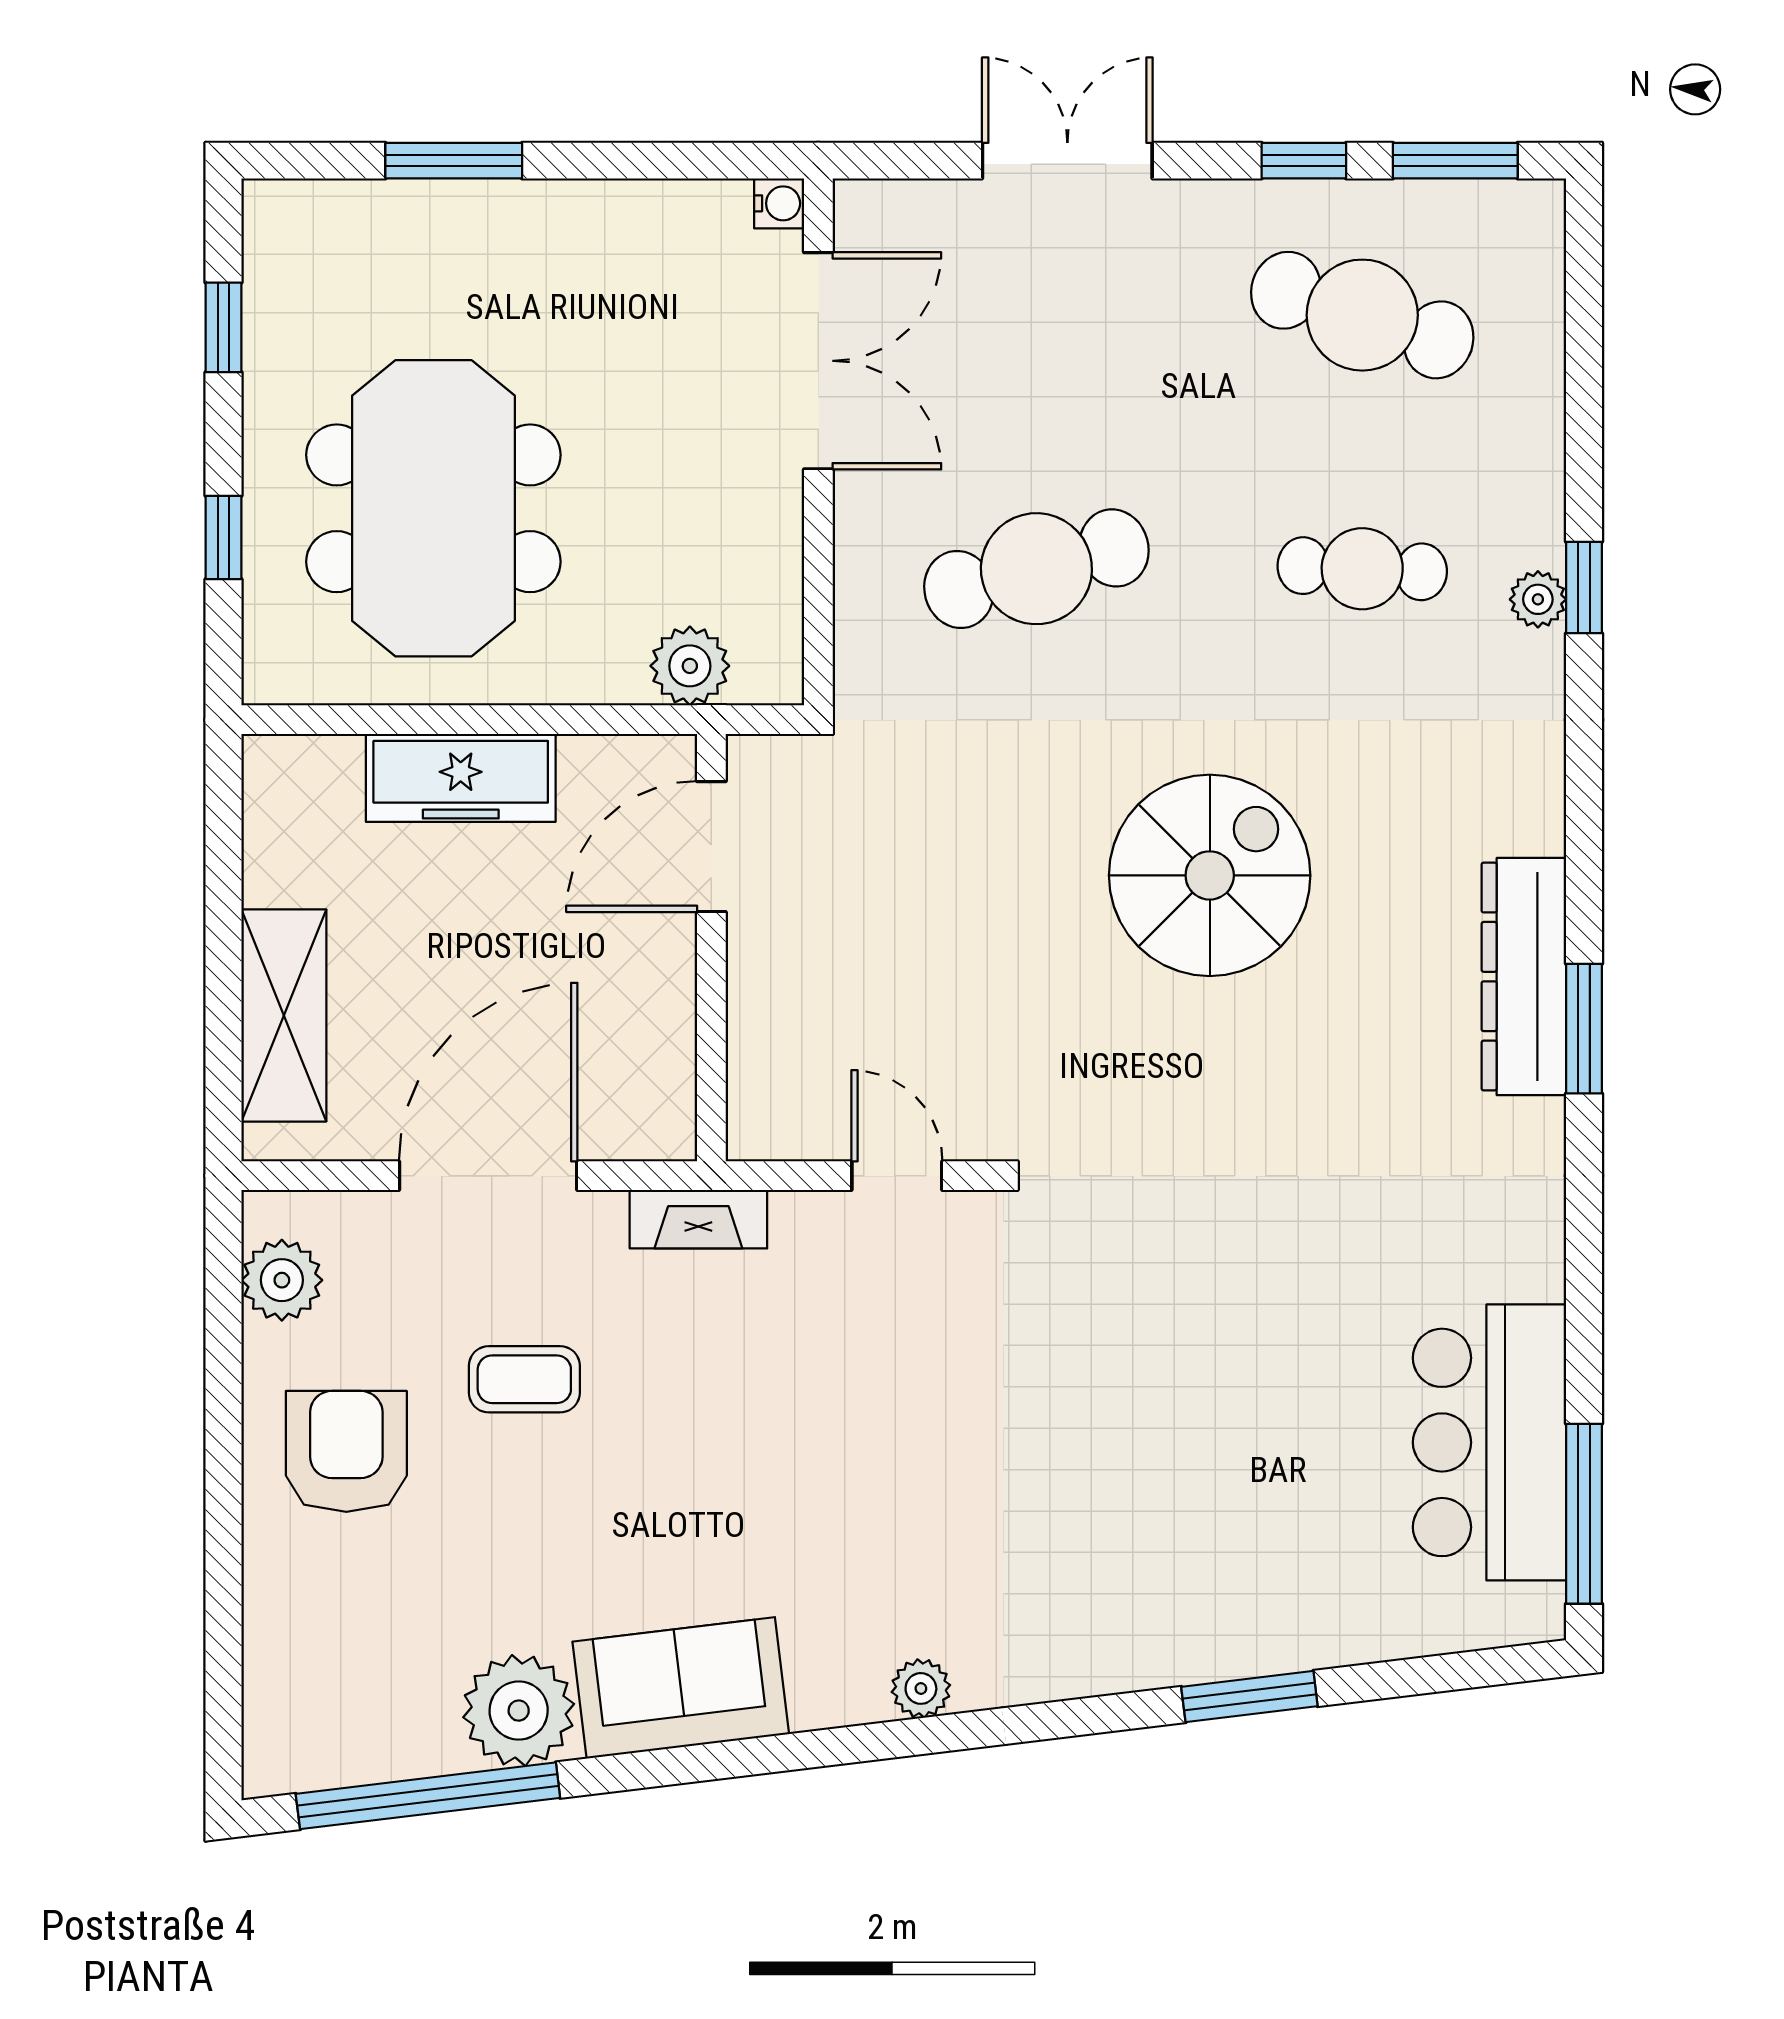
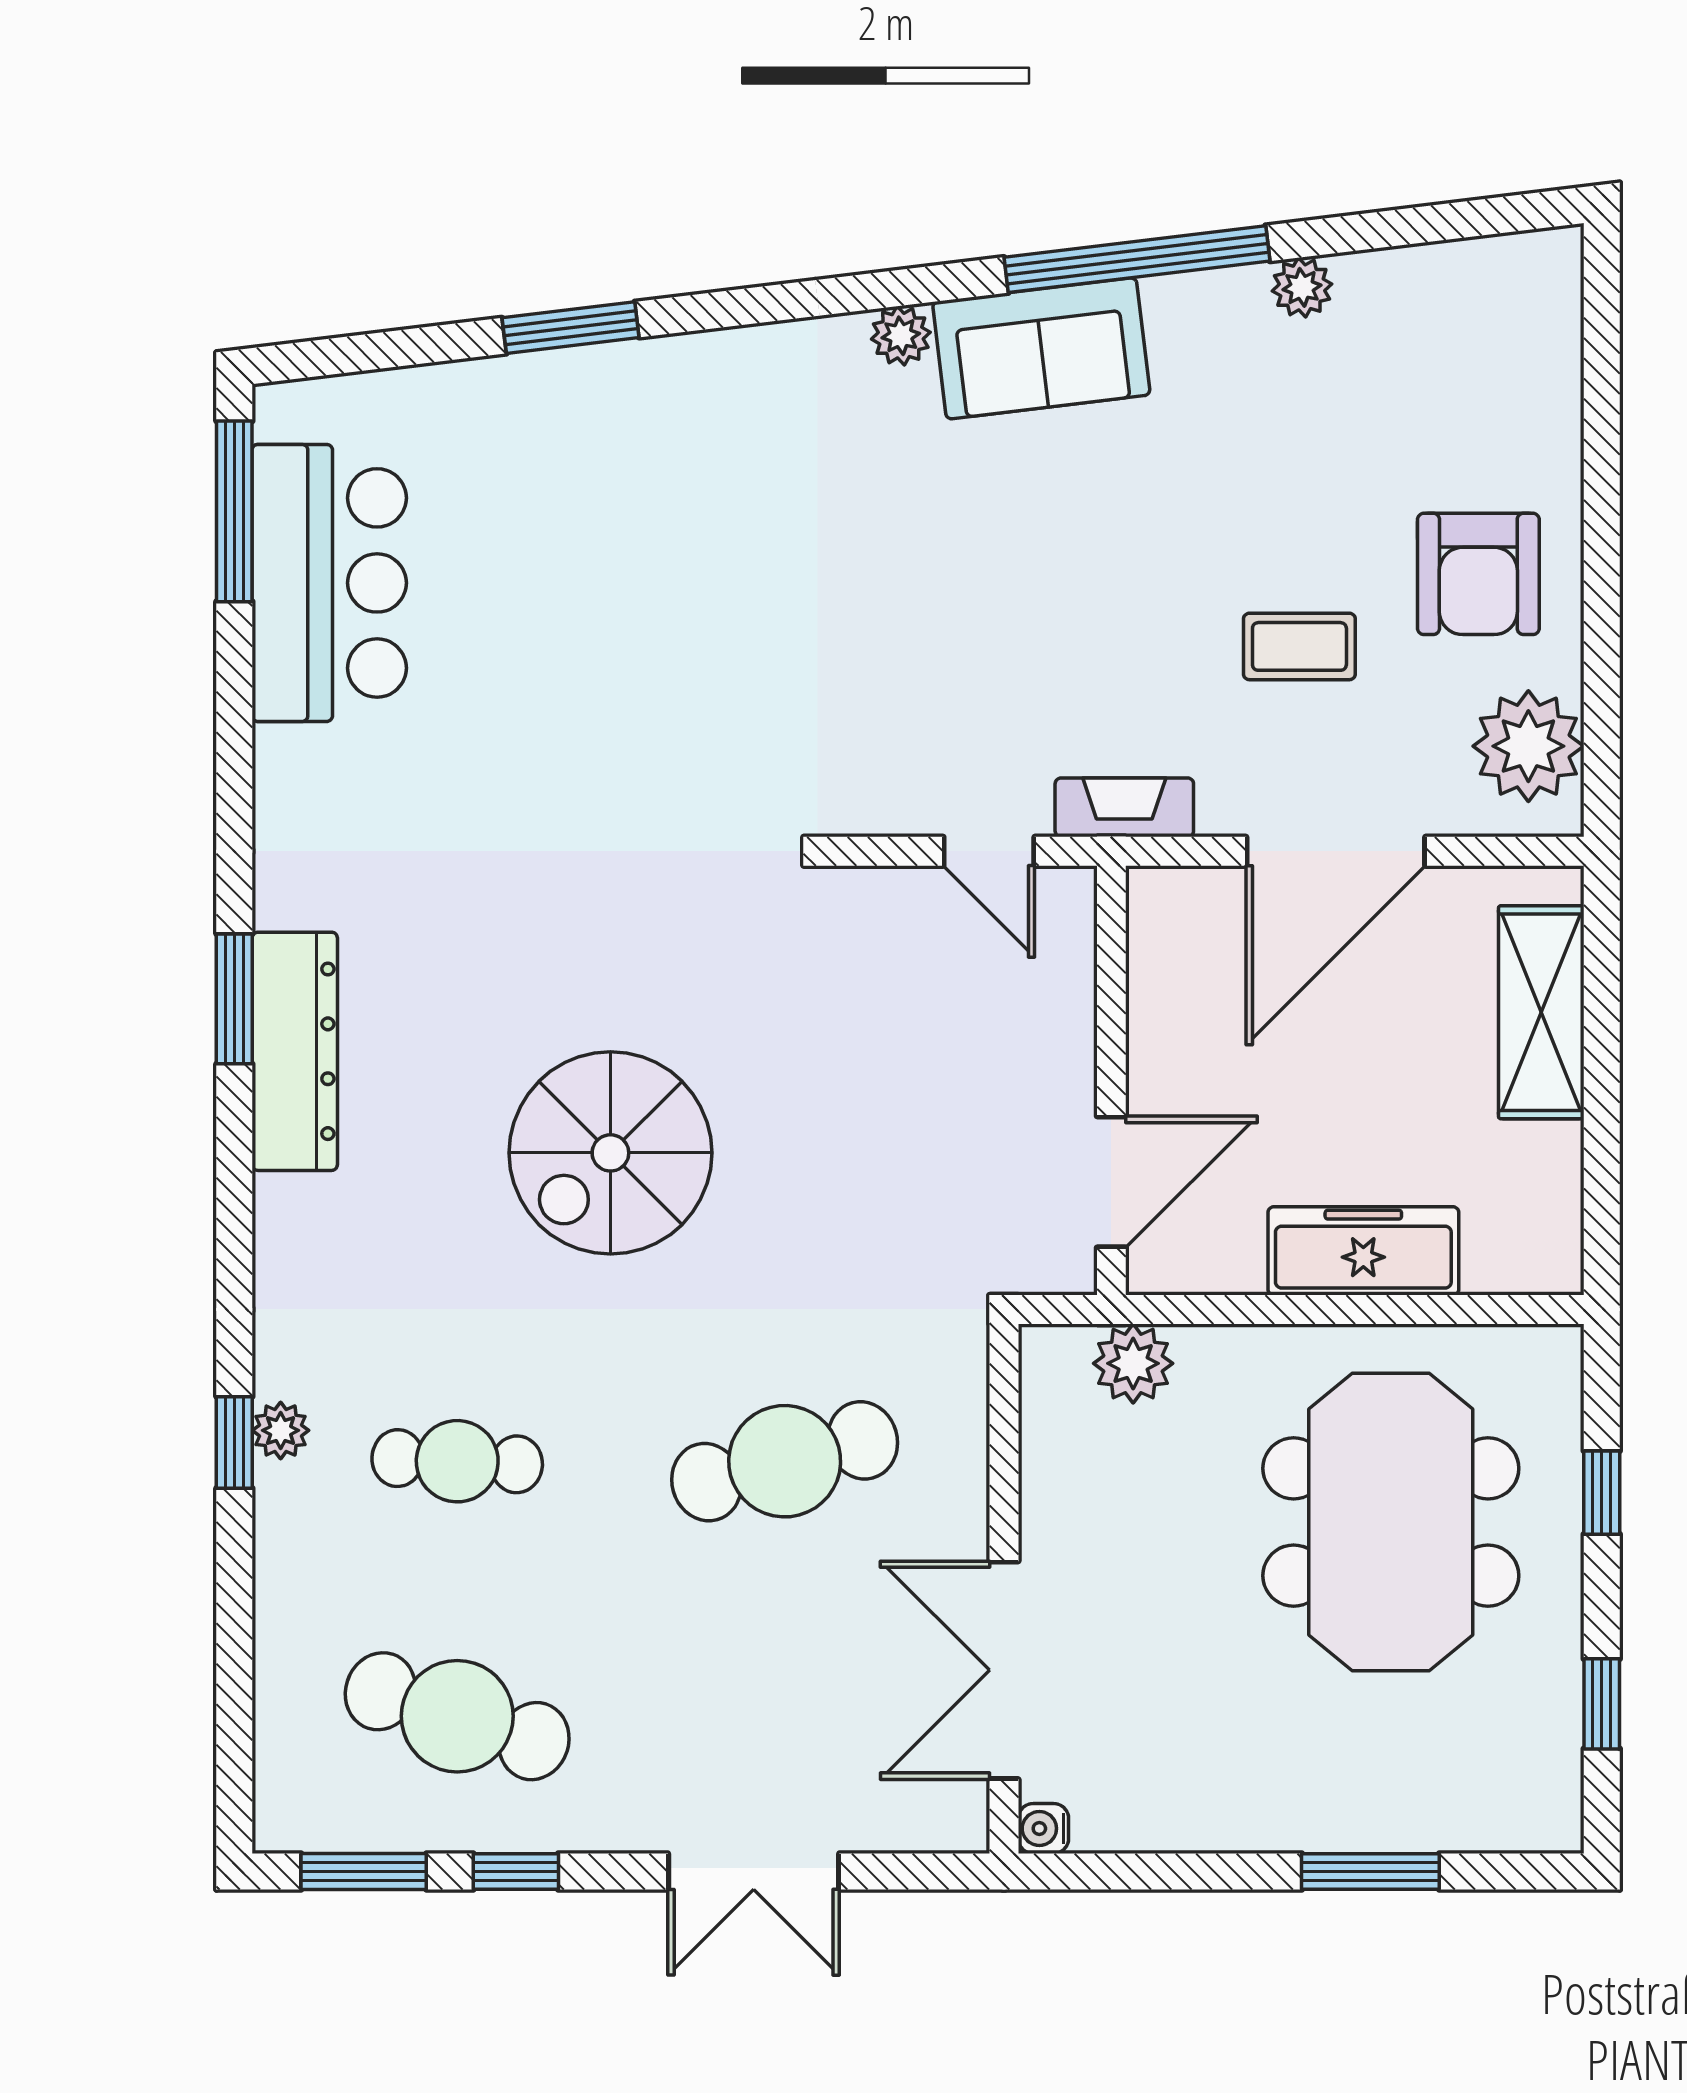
door: (897, 1176) -> (989, 851), moved
plant: (282, 1280) -> (1528, 746), width x1.36, depth x1.36
sofa: (681, 1688) -> (1041, 348), moved
plant: (519, 1711) -> (1302, 287), width x0.53, depth x0.53
window: (428, 1796) -> (1137, 259), moved

